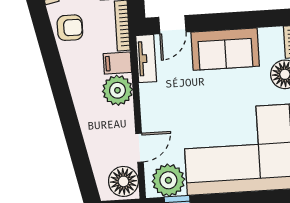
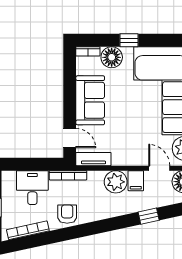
filing cabinet: (117, 63) -> (136, 181), moved
window: (74, 138) -> (149, 216), added

